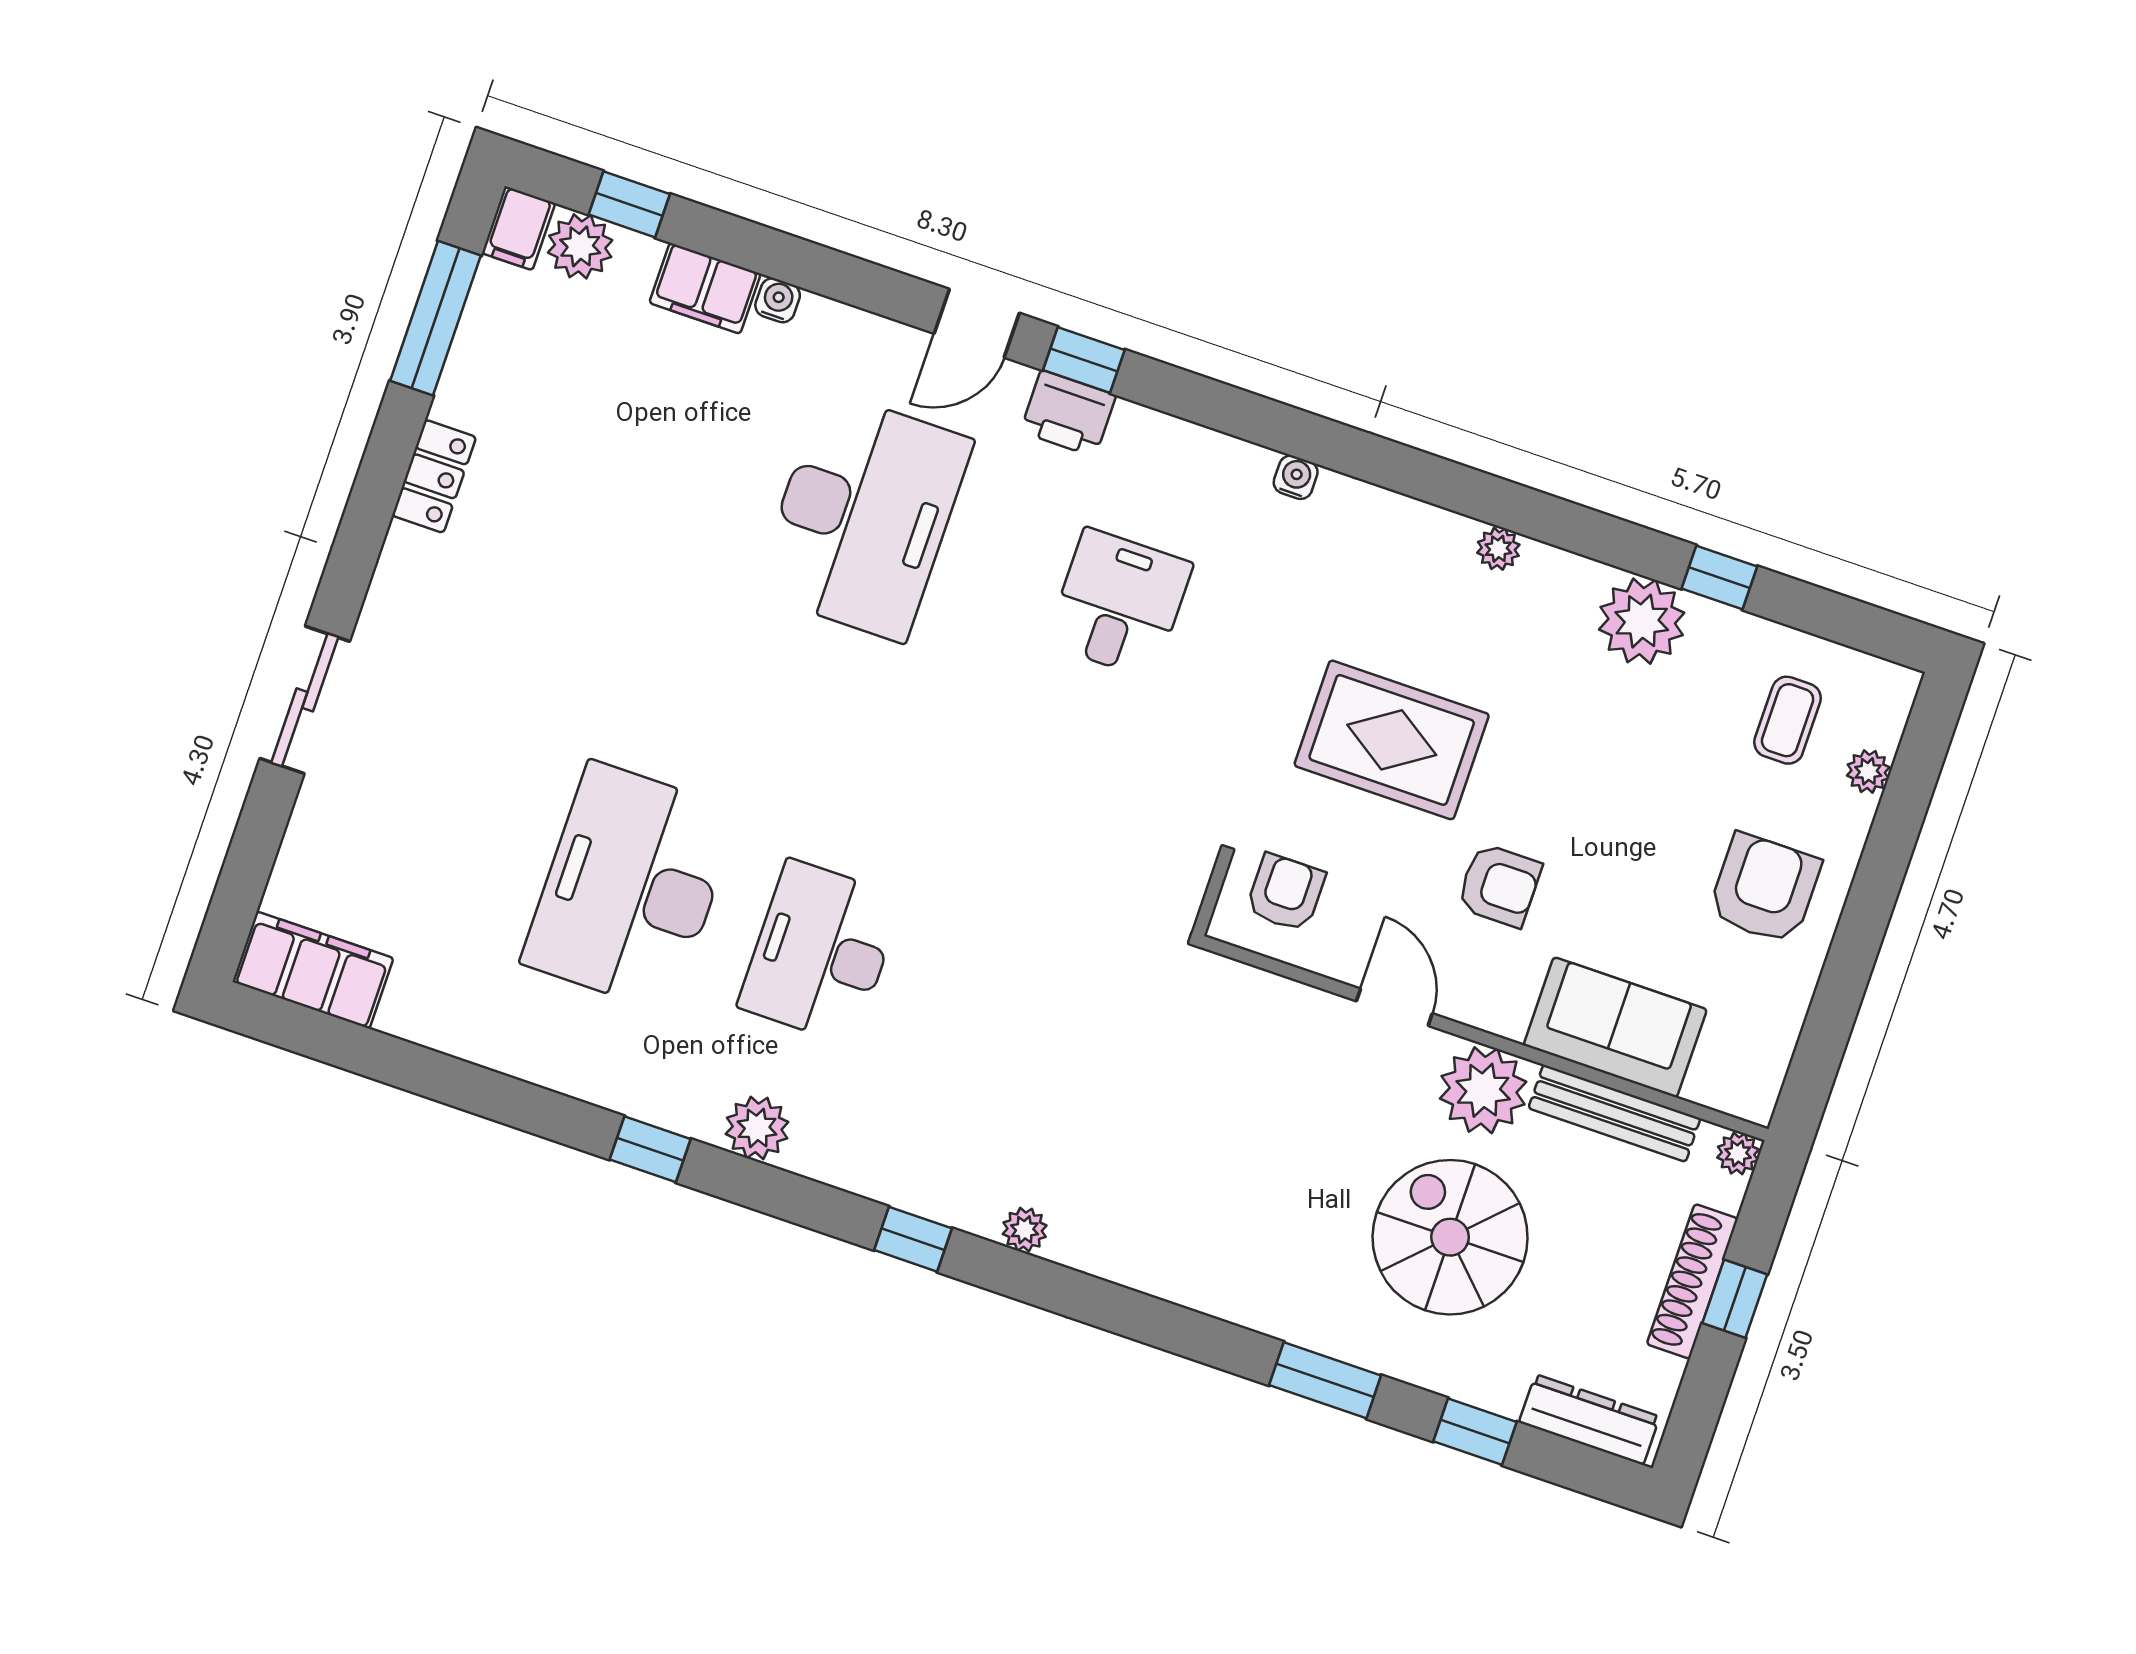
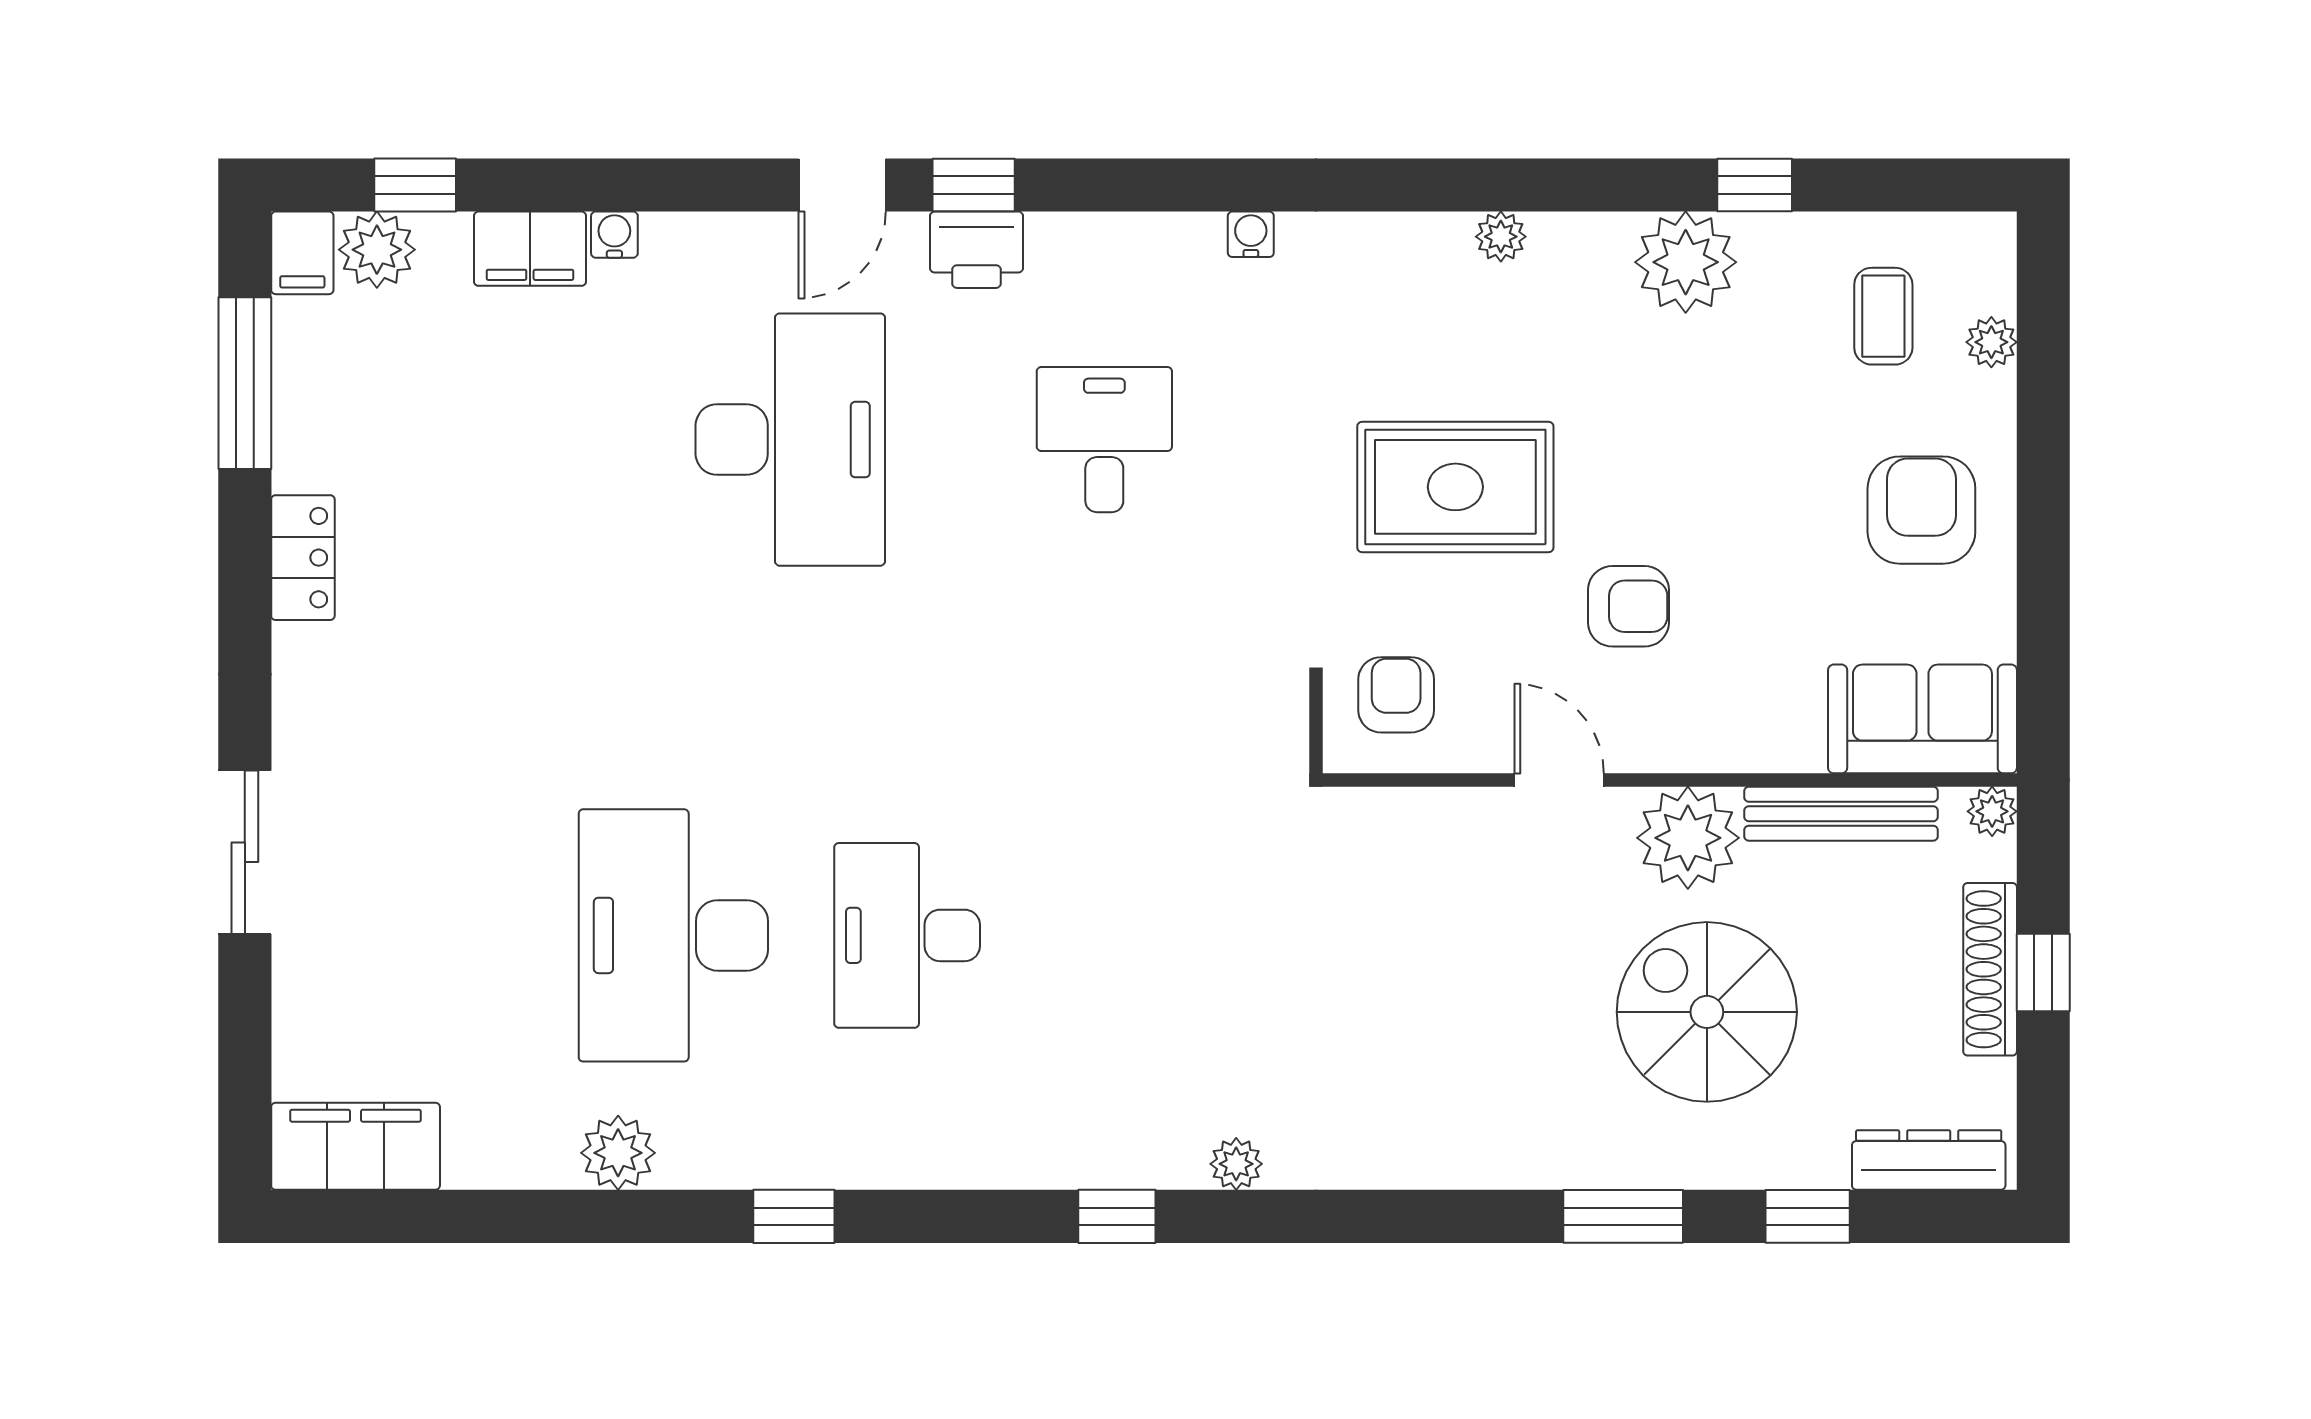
sofa: (1615, 1027) -> (1922, 719), moved
plant: (757, 1128) -> (618, 1153), moved

